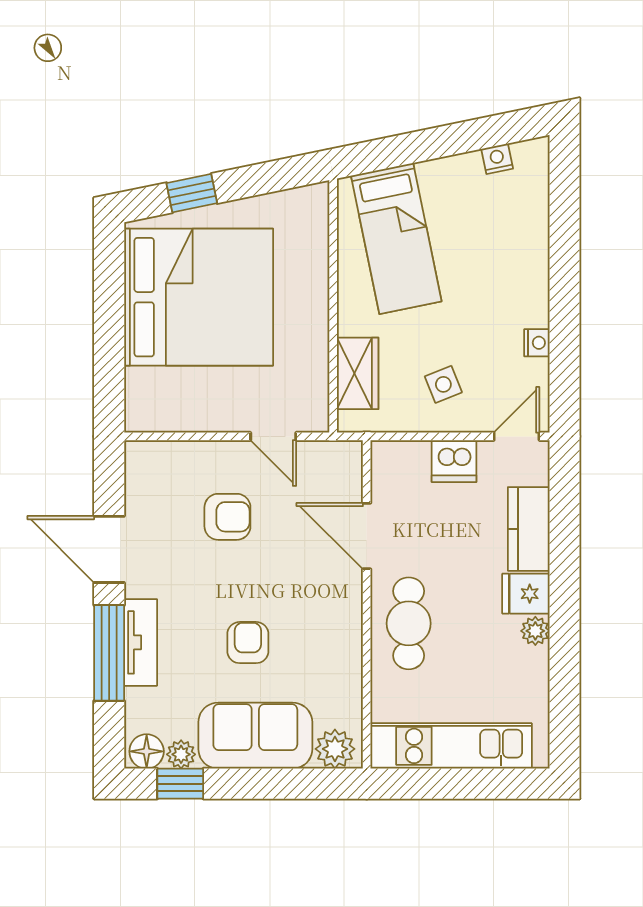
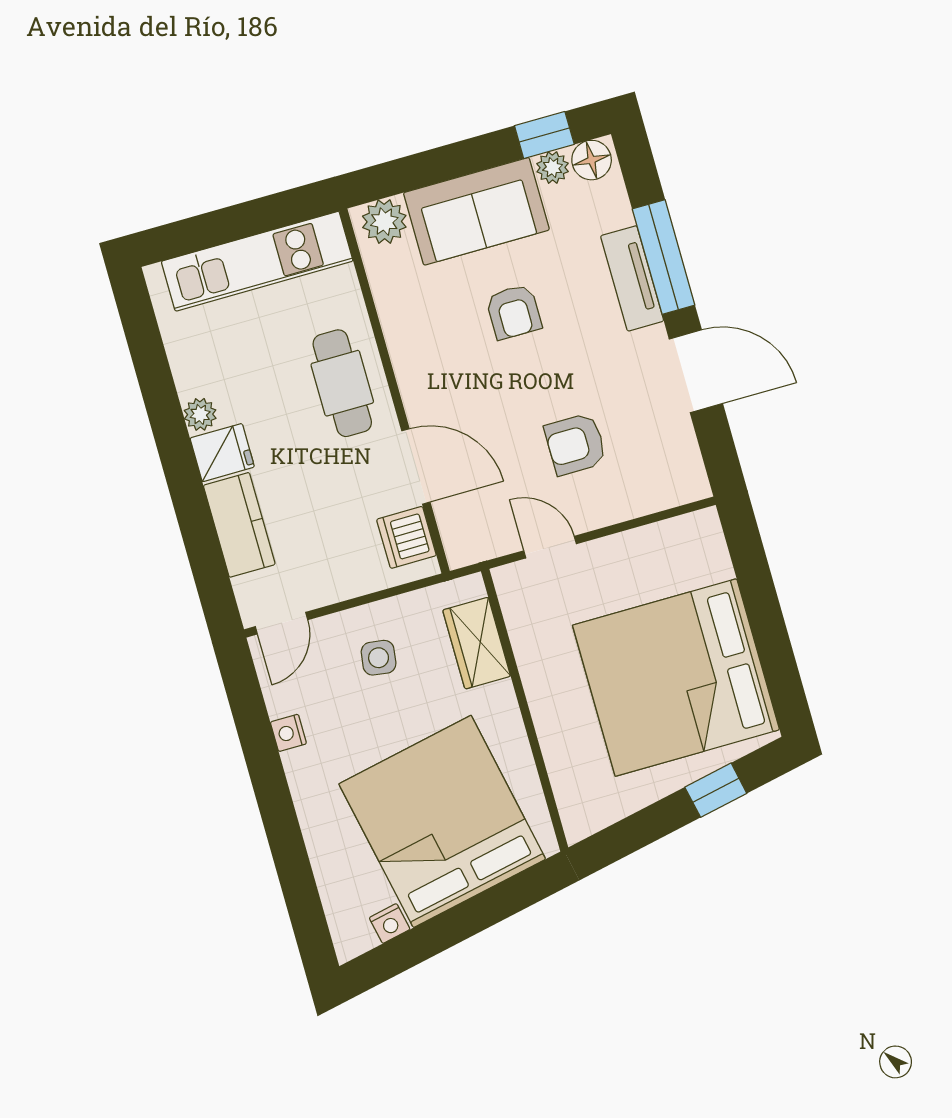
bed: (396, 239) -> (442, 822), width x2.04
side table: (443, 384) -> (379, 658), turned 30
dishwasher: (454, 461) -> (406, 537), moved, turned -90

